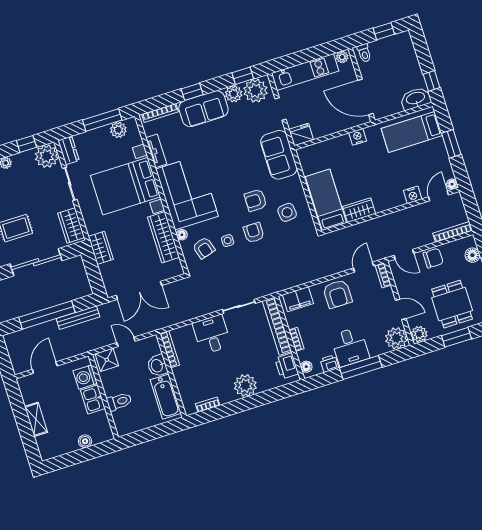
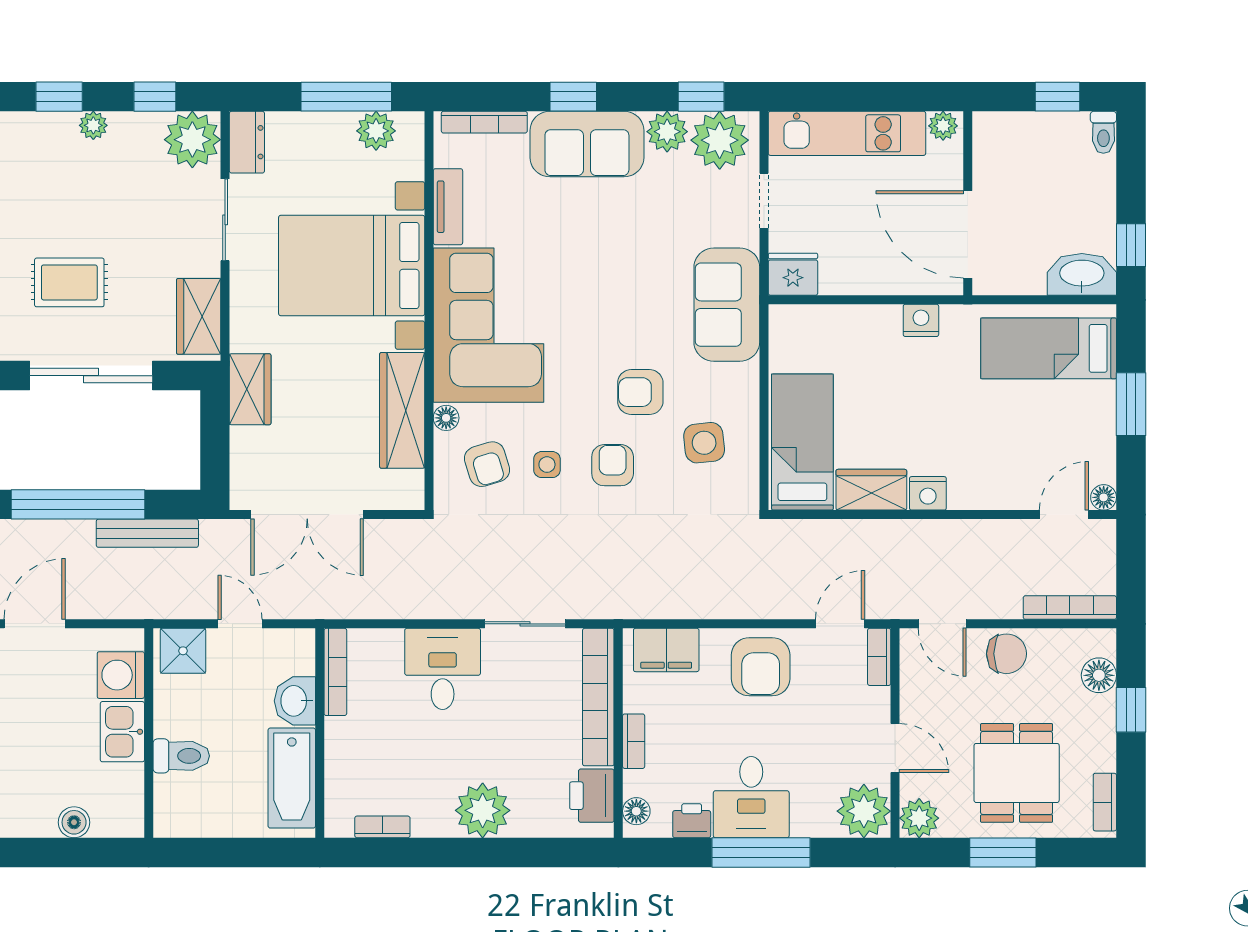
toilet: (364, 53) -> (1103, 132), moved
nightstand: (413, 195) -> (928, 493), moved

